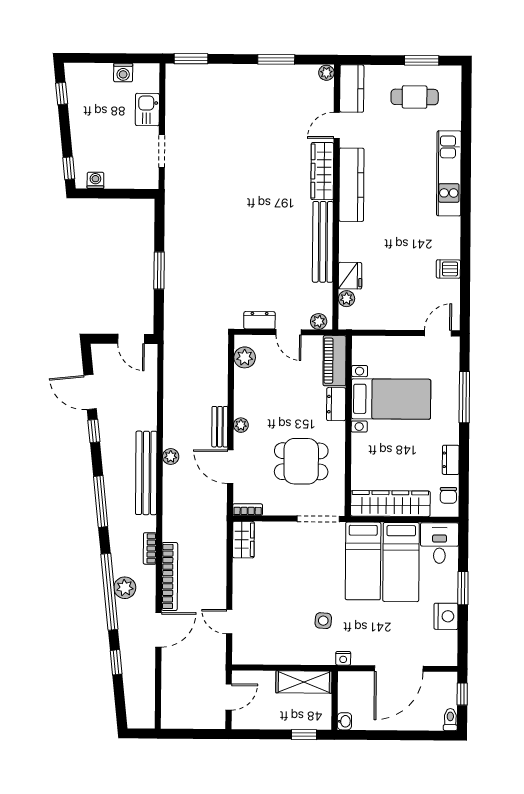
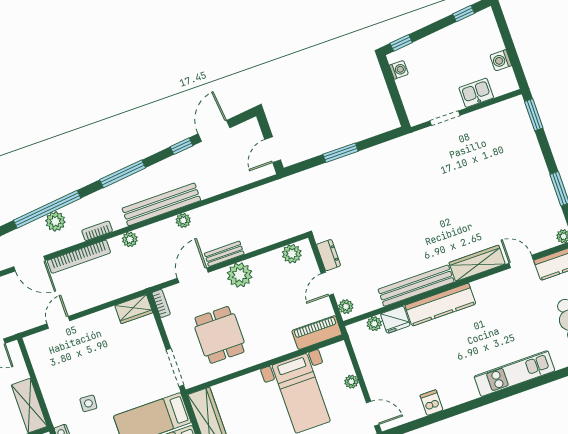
kitchen counter: (351, 185) -> (440, 305), moved
plant: (397, 343) -> (351, 382), added
dresser: (336, 404) -> (280, 347), removed
plant: (241, 425) -> (240, 275), width x1.87, depth x1.87
plant: (171, 518) -> (130, 239), added

